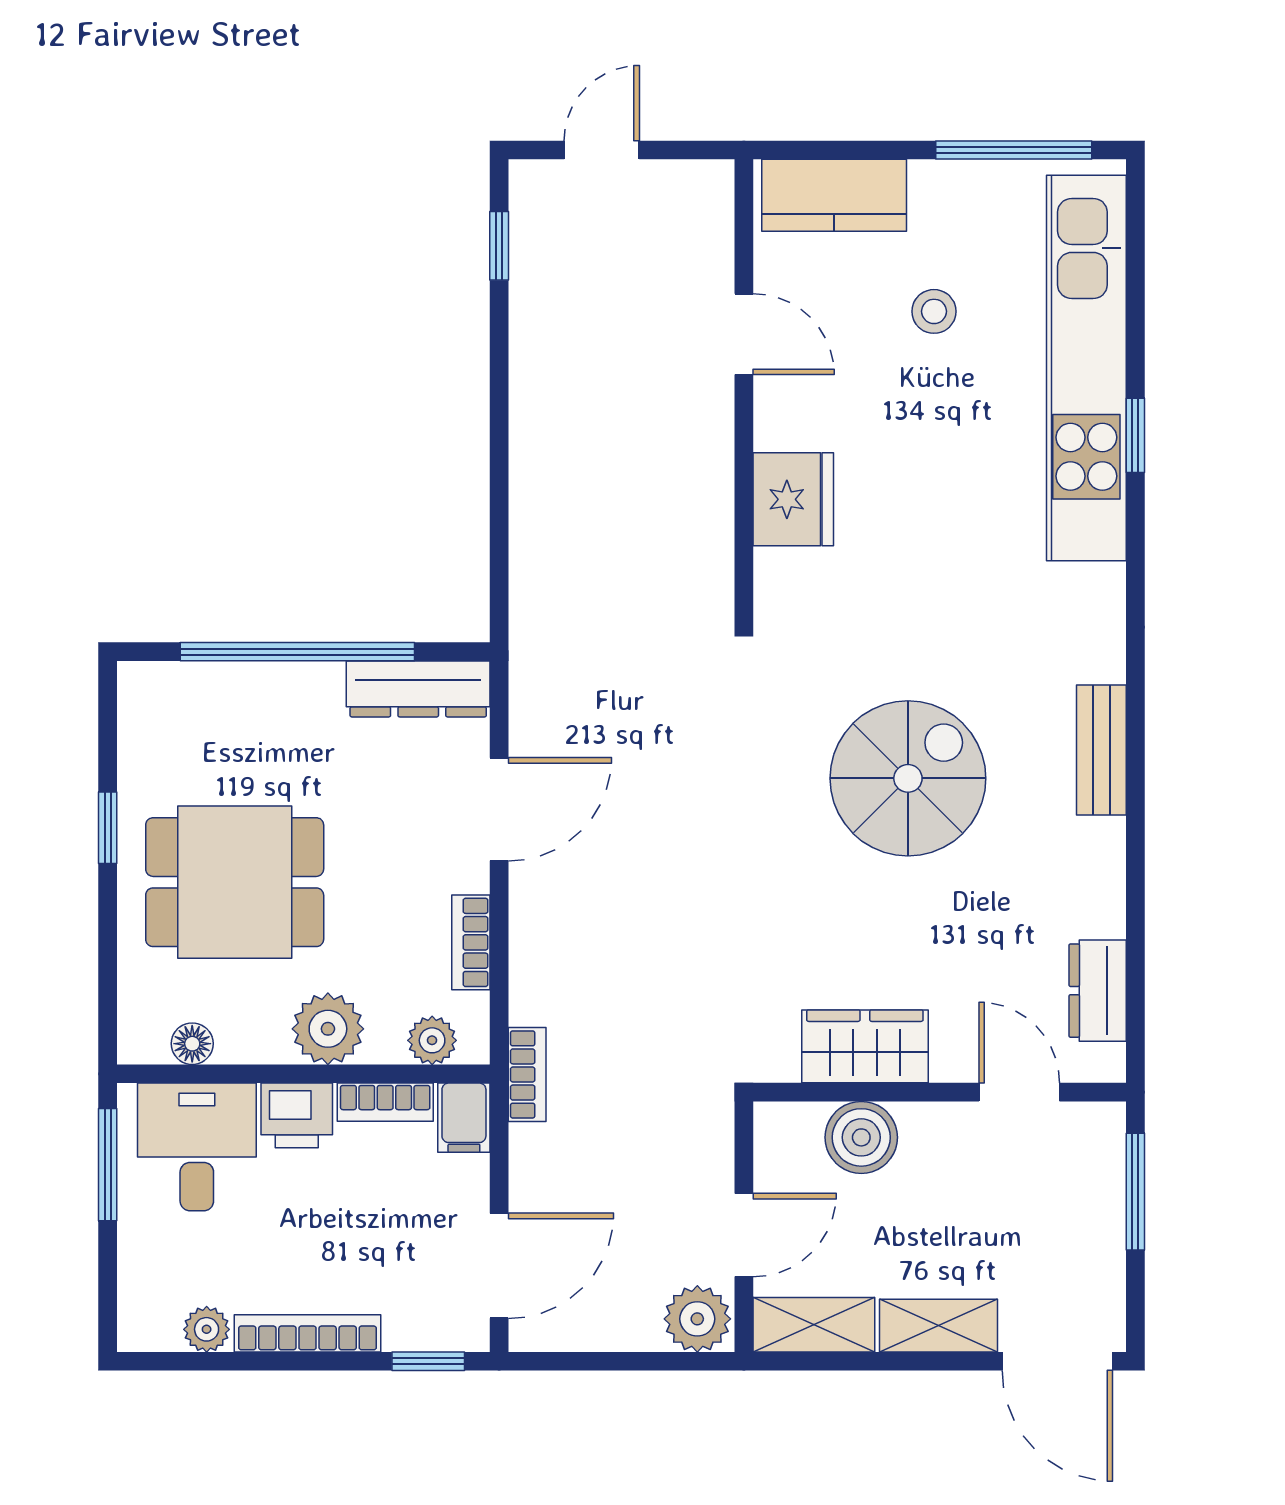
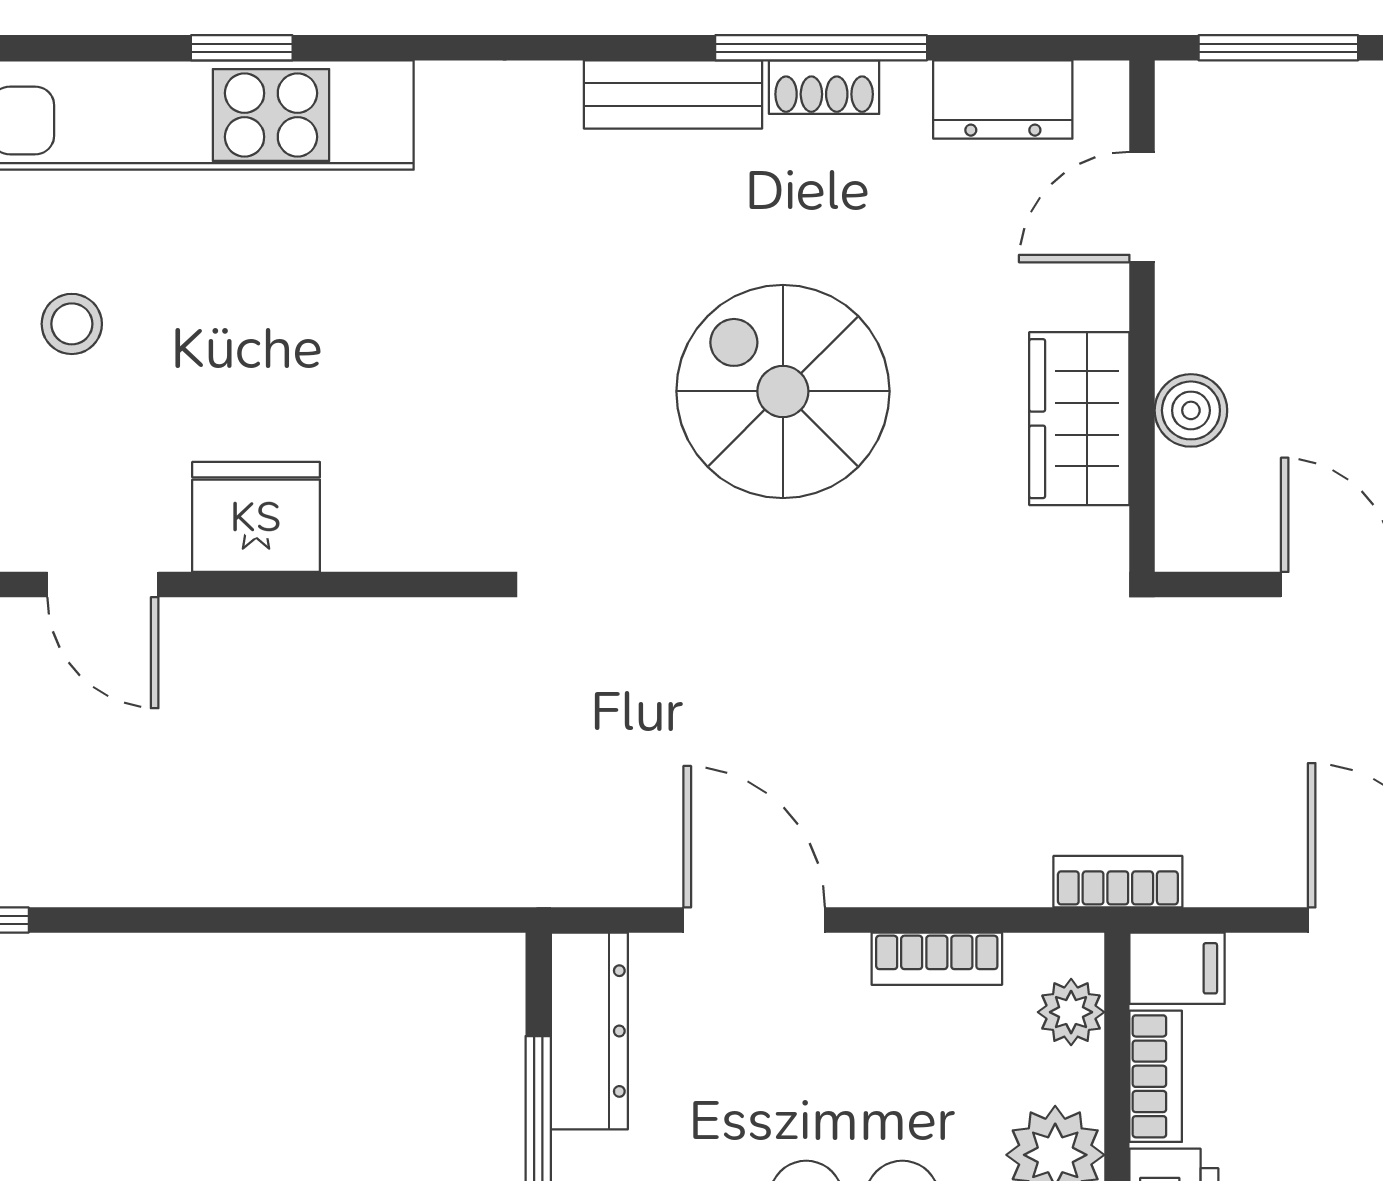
door: (744, 334) -> (103, 585), swing flipped
fridge: (793, 499) -> (256, 517), moved
spiral stairs: (908, 778) -> (783, 391), moved
window: (1135, 858) -> (821, 48), added
shoe rack: (1107, 860) -> (824, 87), added
boiler: (861, 1137) -> (1191, 410), width x0.73, depth x0.73

